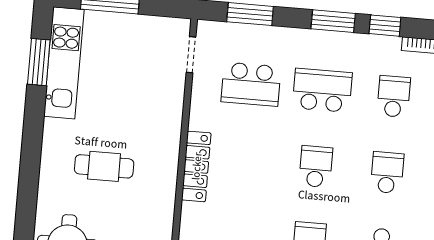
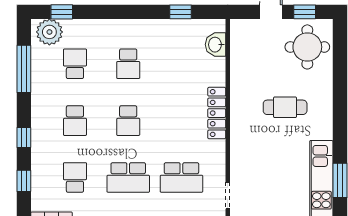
school desk: (251, 84) -> (181, 177), turned 180
school desk: (394, 96) -> (75, 177), turned 180

